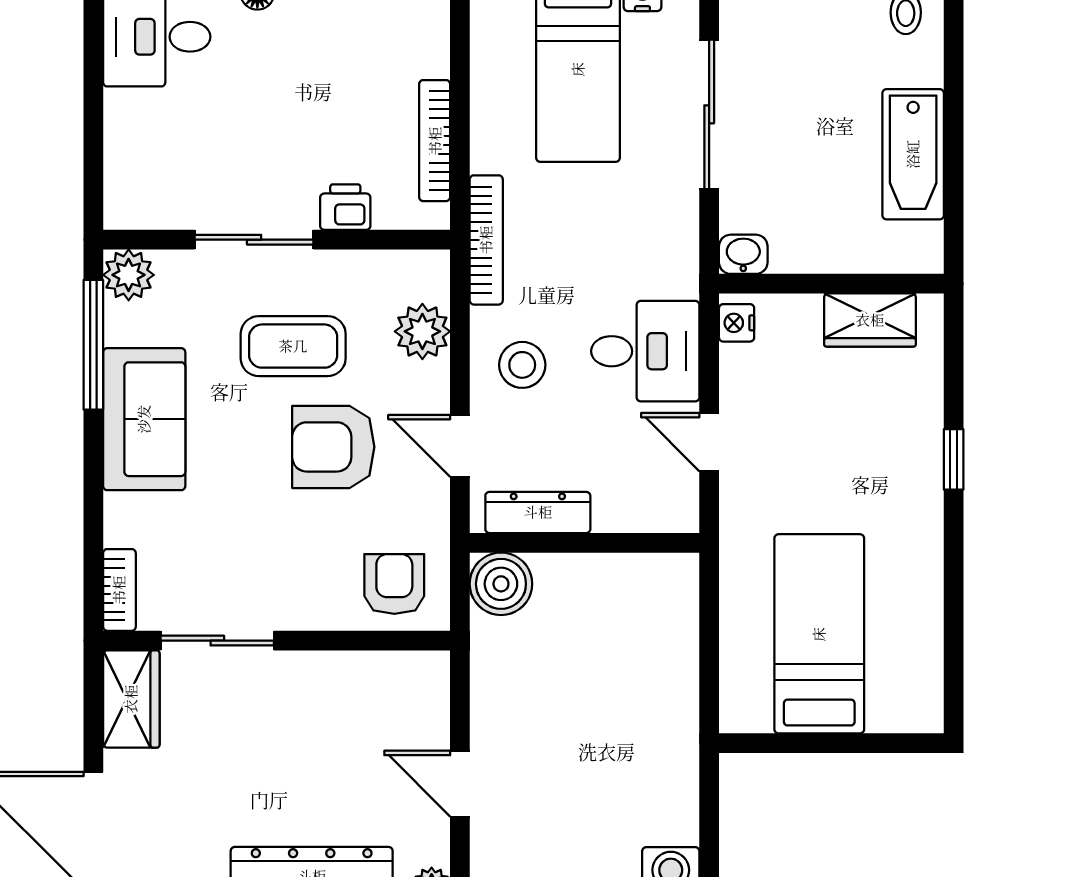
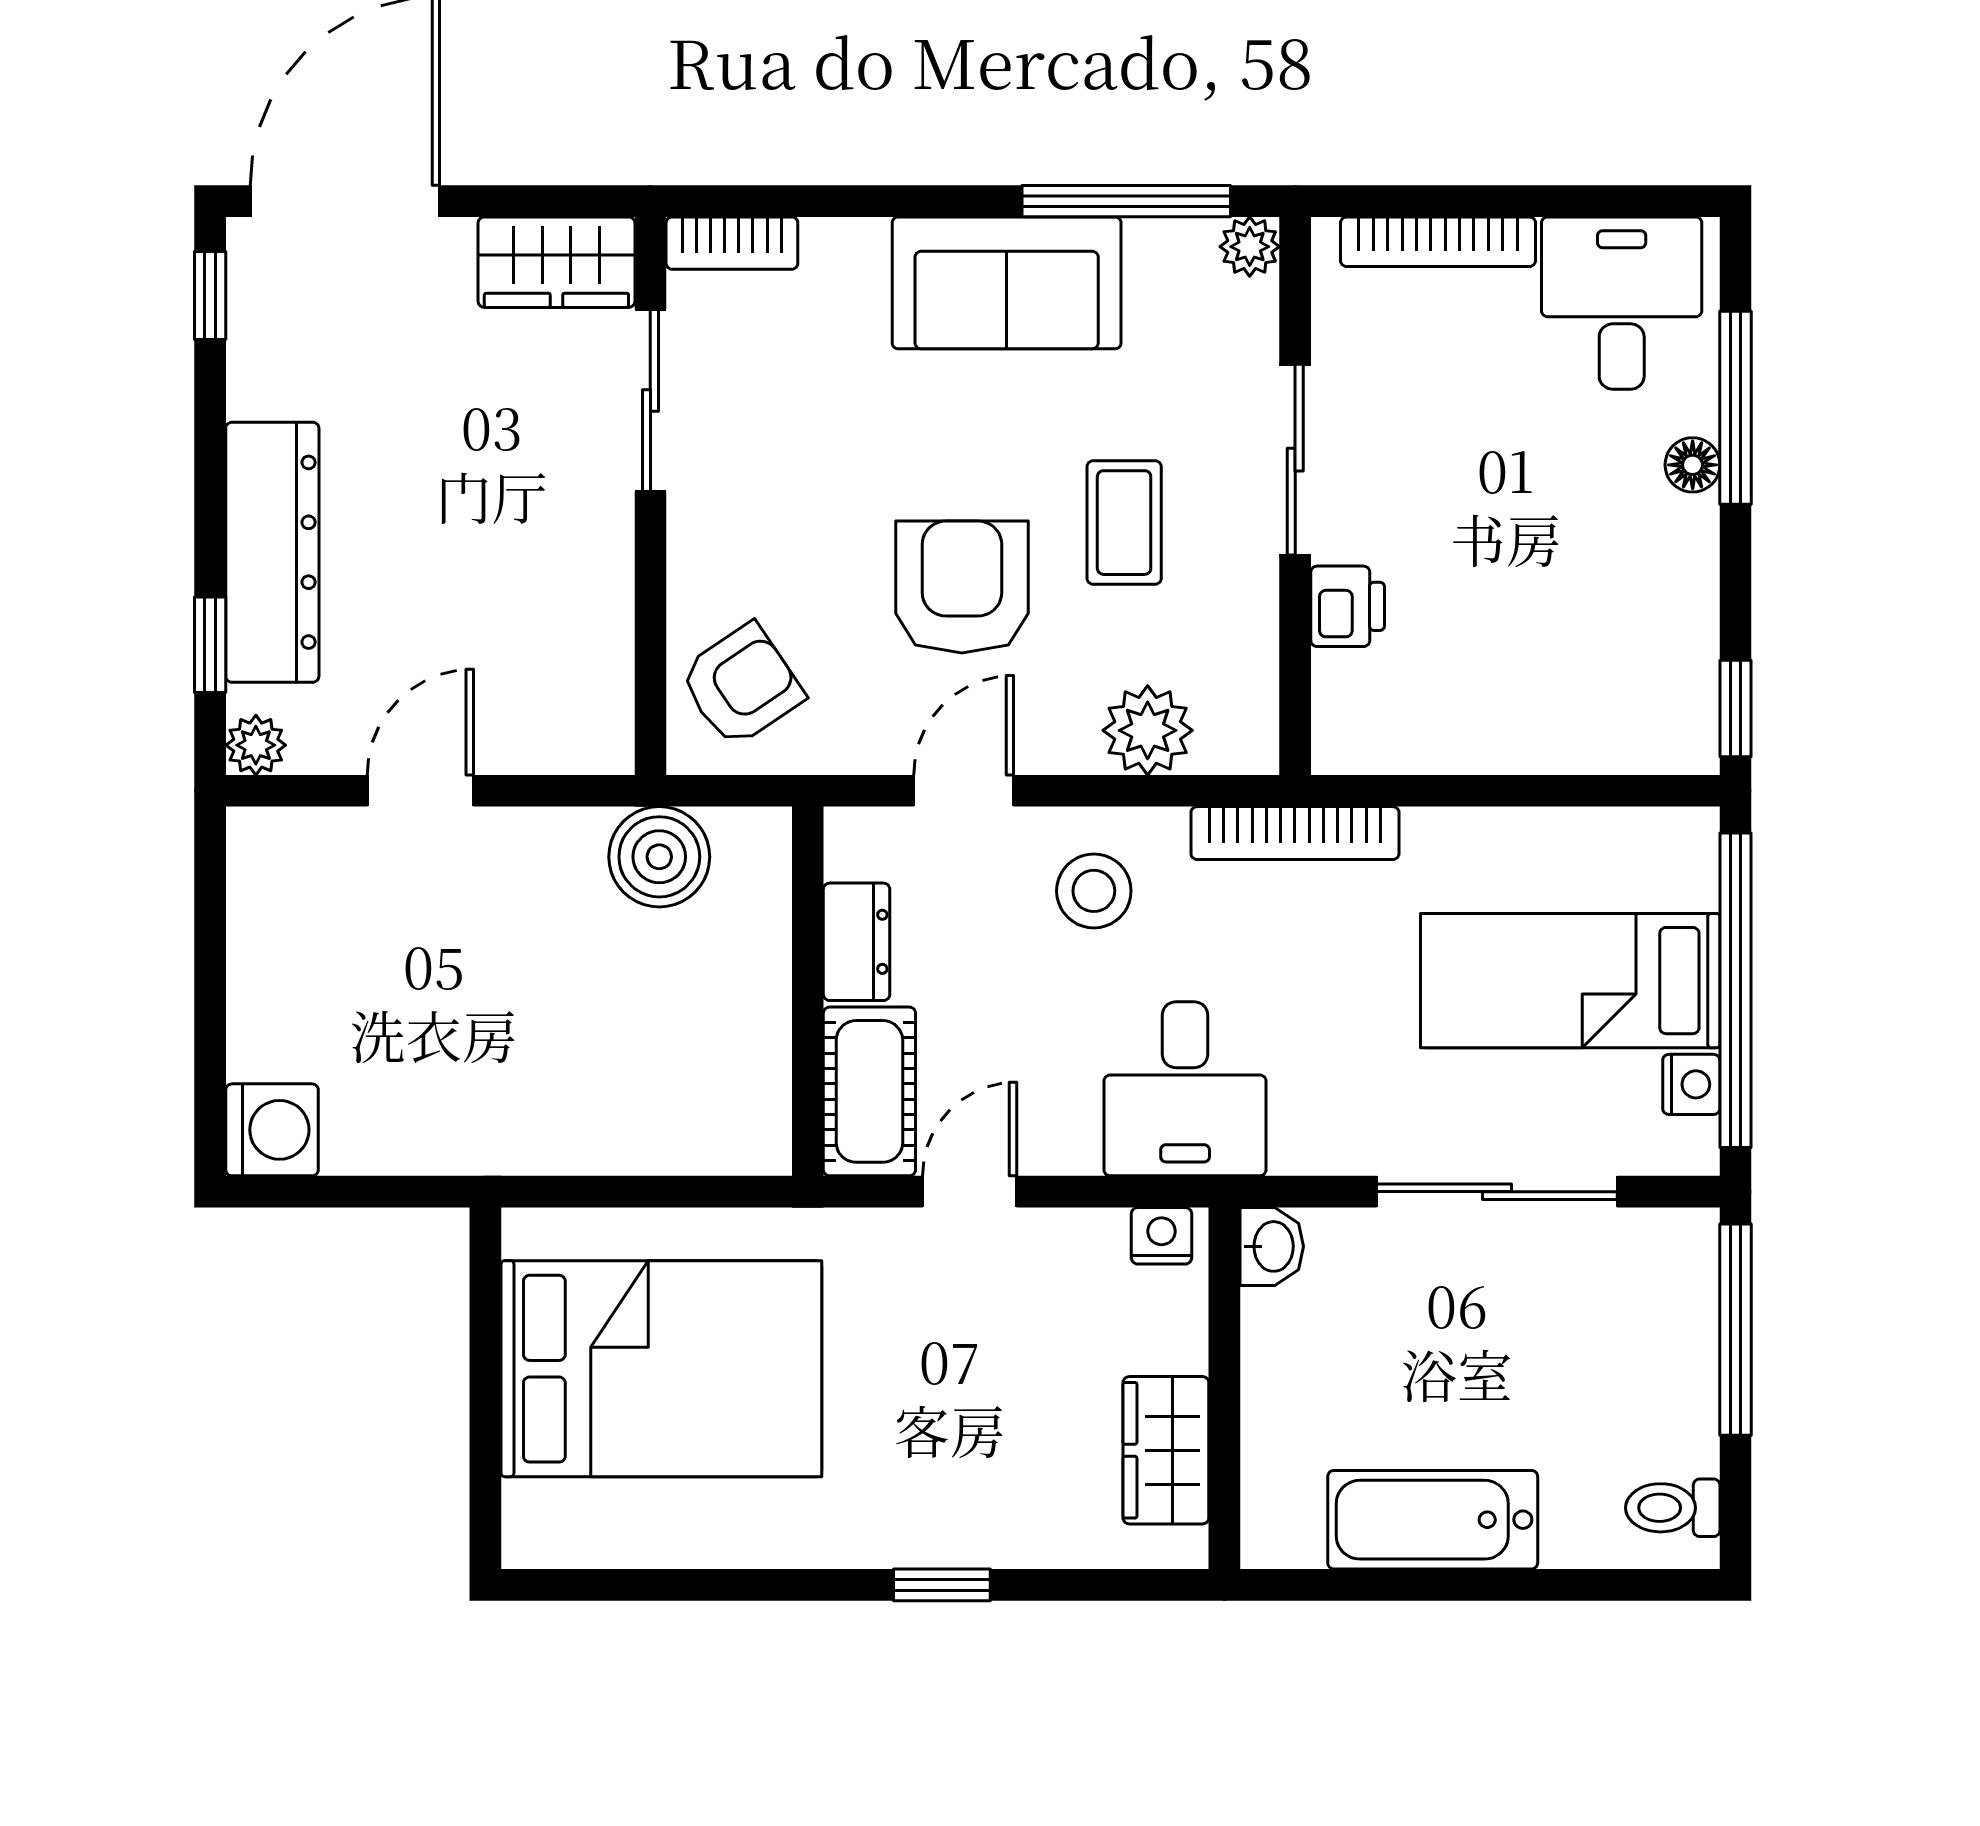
bookcase: (435, 141) -> (1438, 242), moved, turned 180
plant: (129, 275) -> (1250, 247), width x0.73, depth x0.73
coffee table: (293, 346) -> (1124, 523), width x0.73, depth x0.77
desk: (645, 351) -> (1185, 1089), moved
cot: (647, 504) -> (869, 1091), added
dresser: (538, 512) -> (857, 942), width x0.70
armchair: (394, 584) -> (741, 685), turned -34
boiler: (501, 584) -> (659, 857), moved
bed: (819, 634) -> (661, 1369), width x1.50

